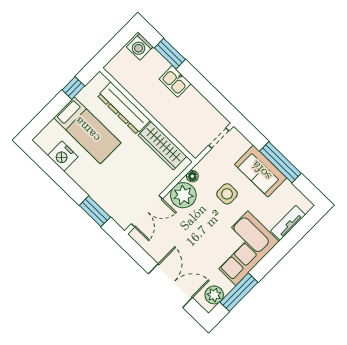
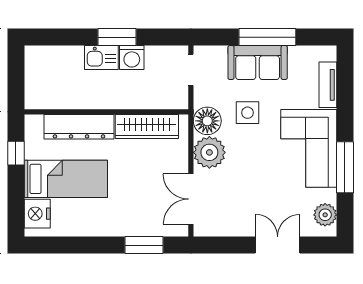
washing machine: (140, 47) -> (132, 58), moved
window: (170, 54) -> (117, 37), moved
nightstand: (63, 156) -> (37, 214), moved, turned 90
floor lamp: (192, 176) -> (207, 121), width x1.89, depth x1.89
double door: (147, 211) -> (191, 199), swing flipped
double door: (170, 286) -> (278, 245), width x0.73
window: (239, 292) -> (345, 167), moved

